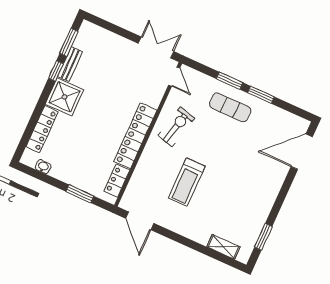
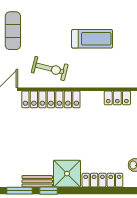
exercise bike: (176, 127) -> (50, 69), turned 180
locker: (135, 136) -> (51, 99), moved

